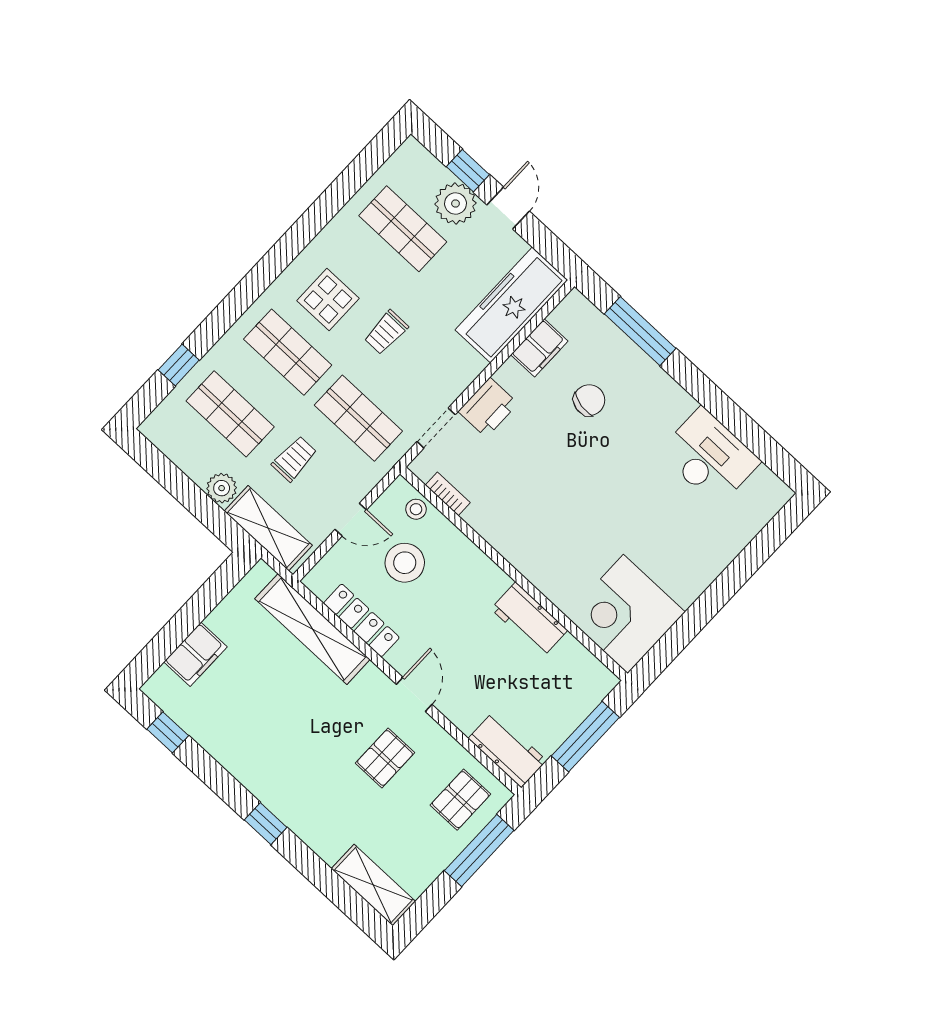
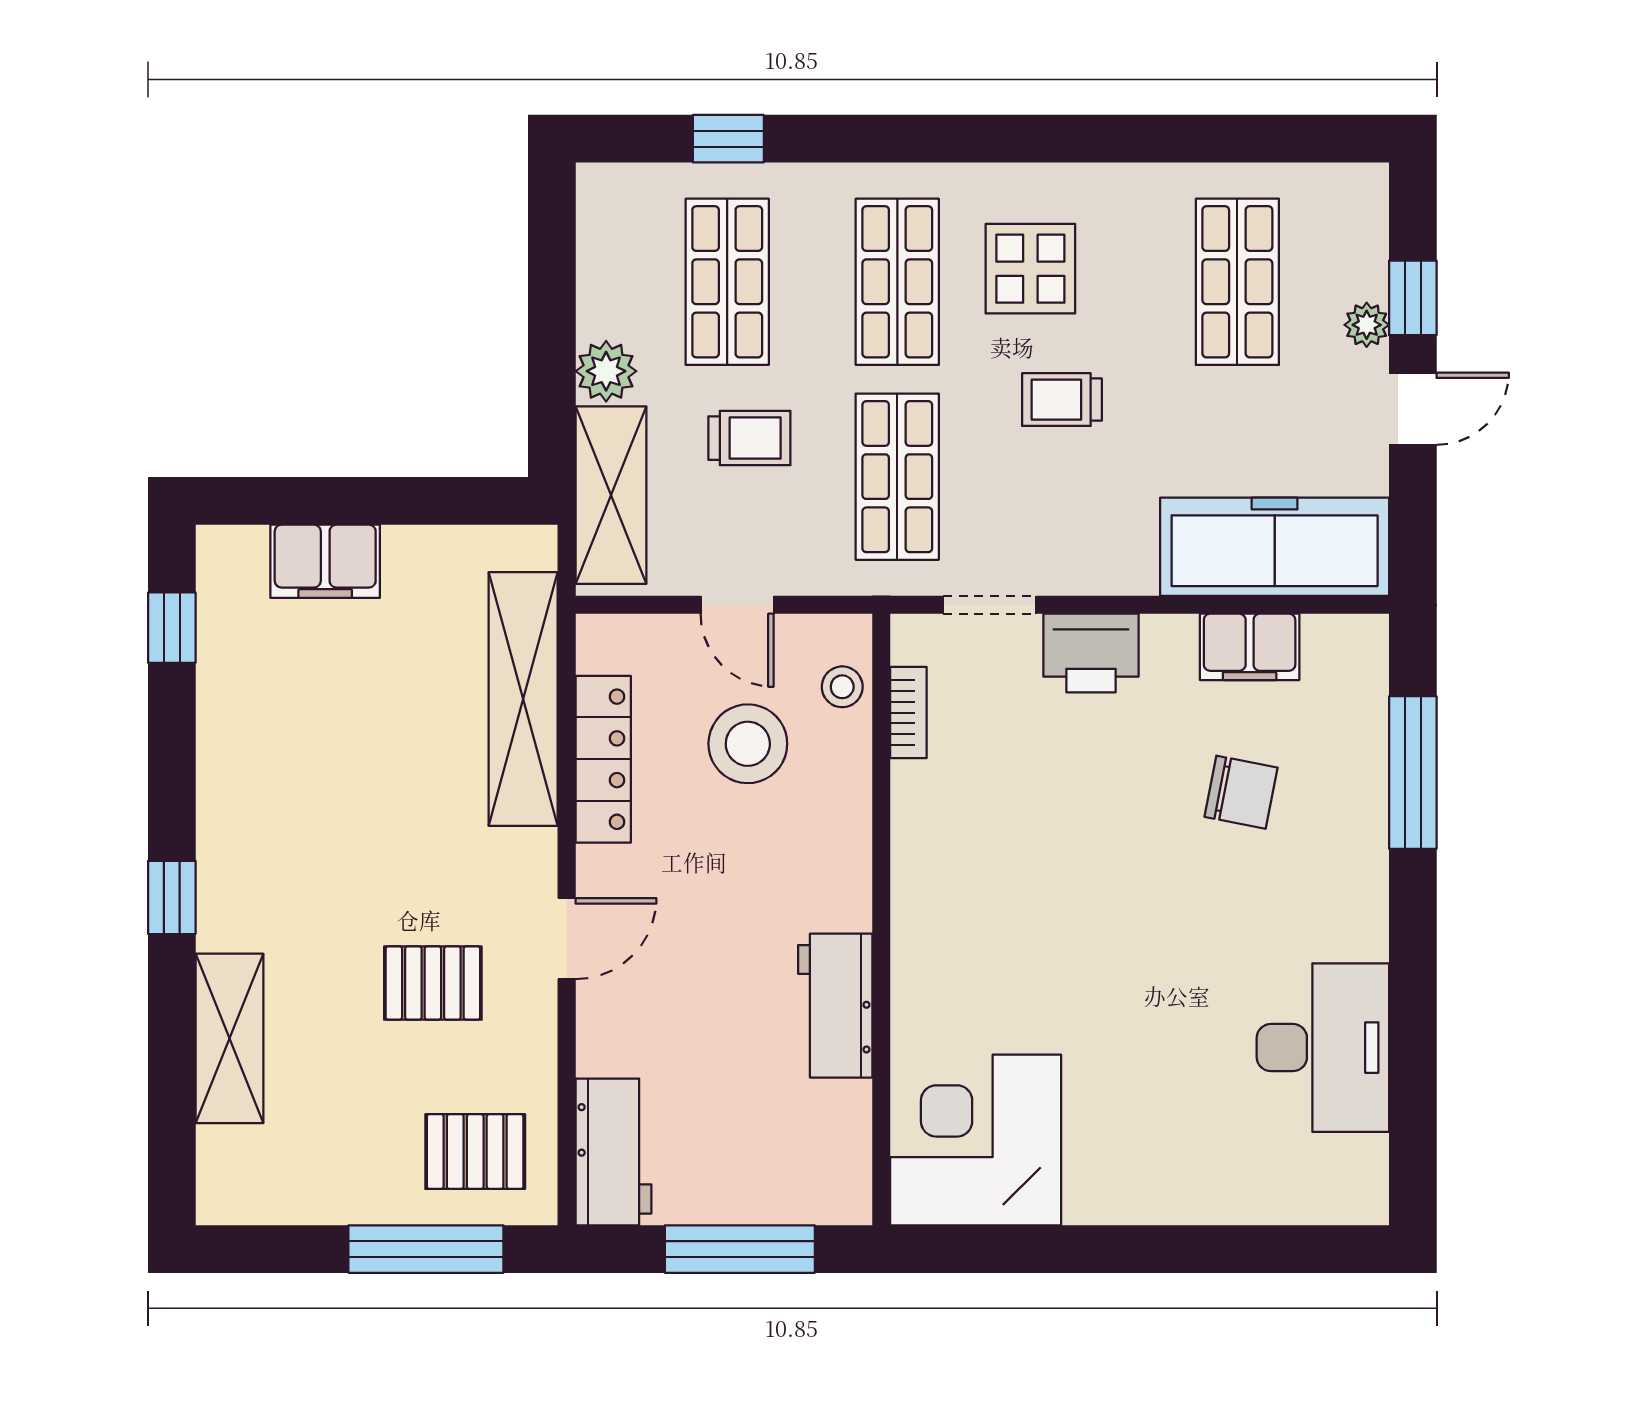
plant: (455, 204) -> (1367, 325), width x0.53, depth x0.53
shelving: (373, 885) -> (229, 1038), moved

